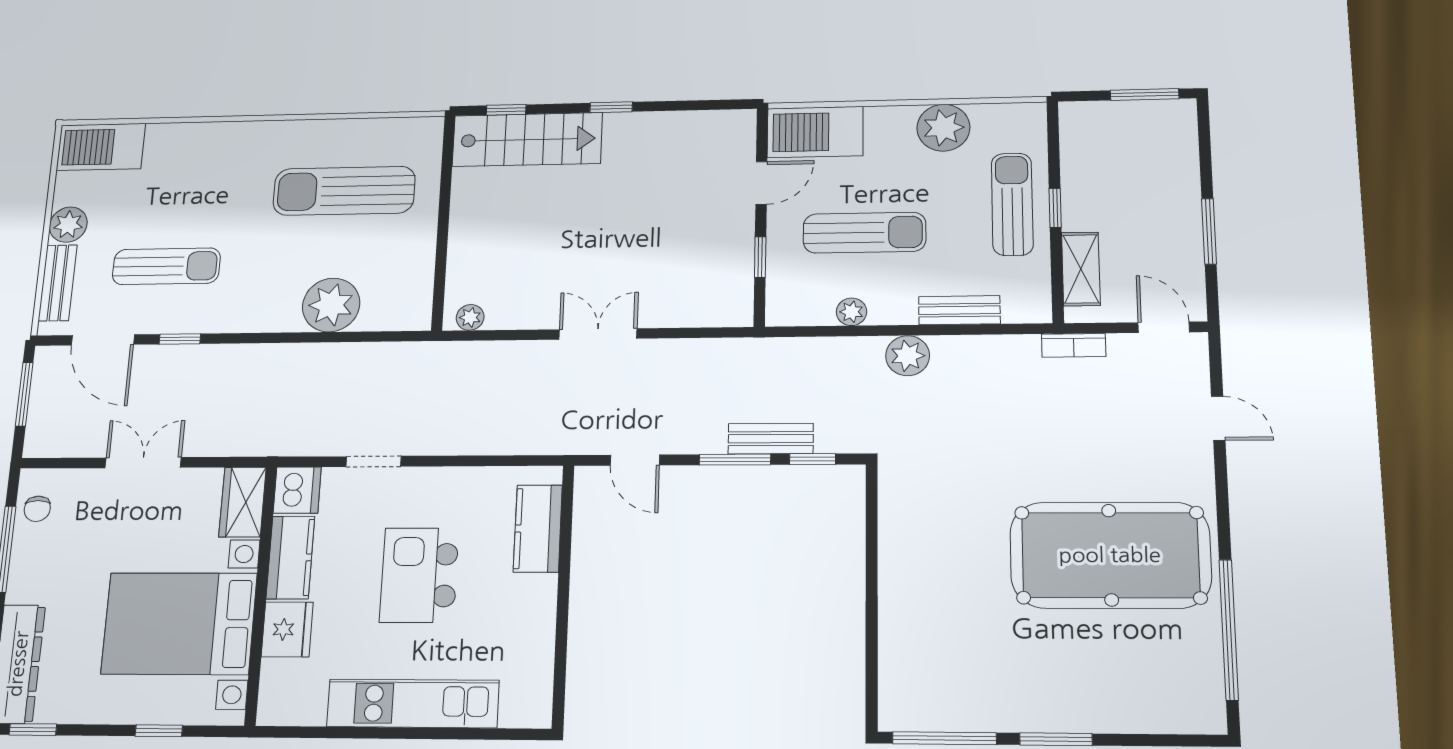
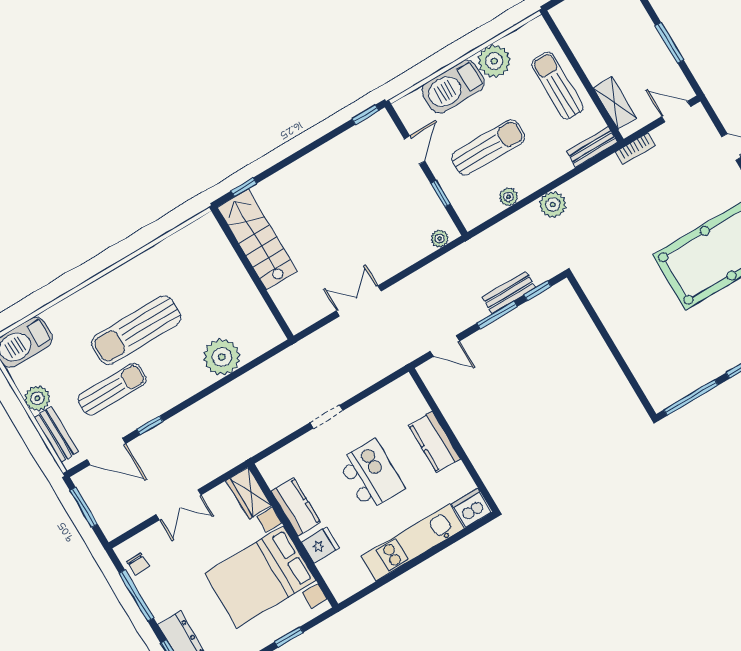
window: (611, 107) -> (365, 115), moved
barbecue: (815, 132) -> (453, 87), moved
stairs: (527, 140) -> (257, 239), moved, turned -90
sun lounger: (344, 191) -> (136, 330), moved
window: (1055, 208) -> (581, 75), removed
bench: (959, 310) -> (592, 147), moved
plant: (470, 317) -> (440, 238), moved
double door: (598, 334) -> (359, 301), moved
doorway: (374, 461) -> (326, 417), moved
double door: (143, 463) -> (179, 505), swing flipped
dishwasher: (297, 490) -> (471, 508), moved, turned -90
kitchen counter: (538, 528) -> (435, 442), moved
kitchen island: (419, 575) -> (371, 475), turned 180
fridge: (287, 629) -> (320, 545), width x0.72

